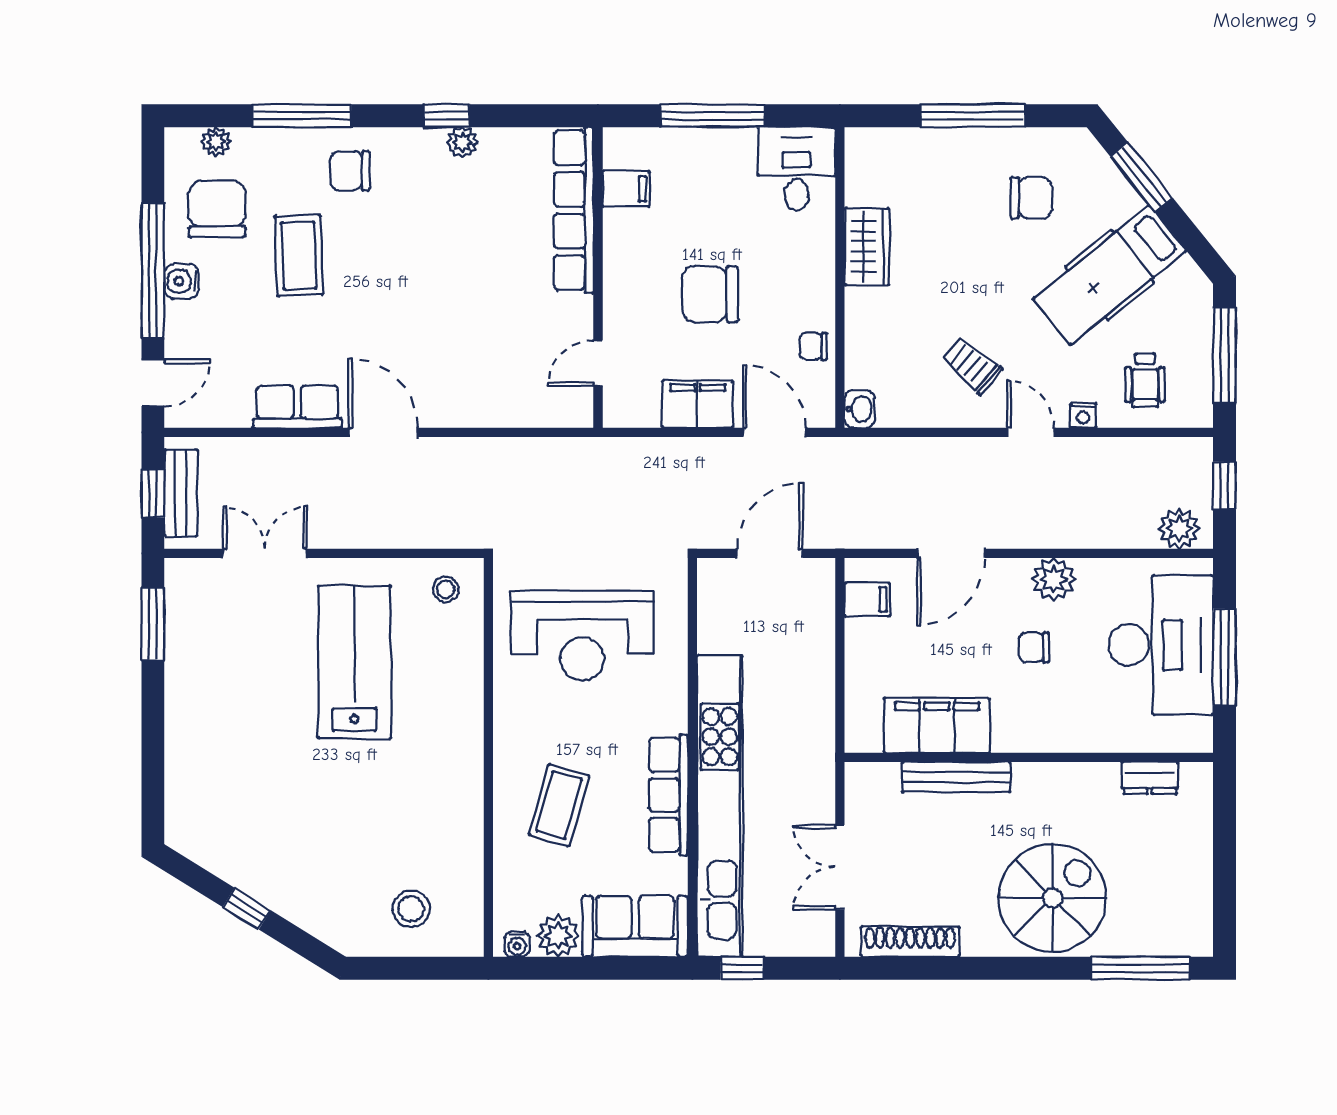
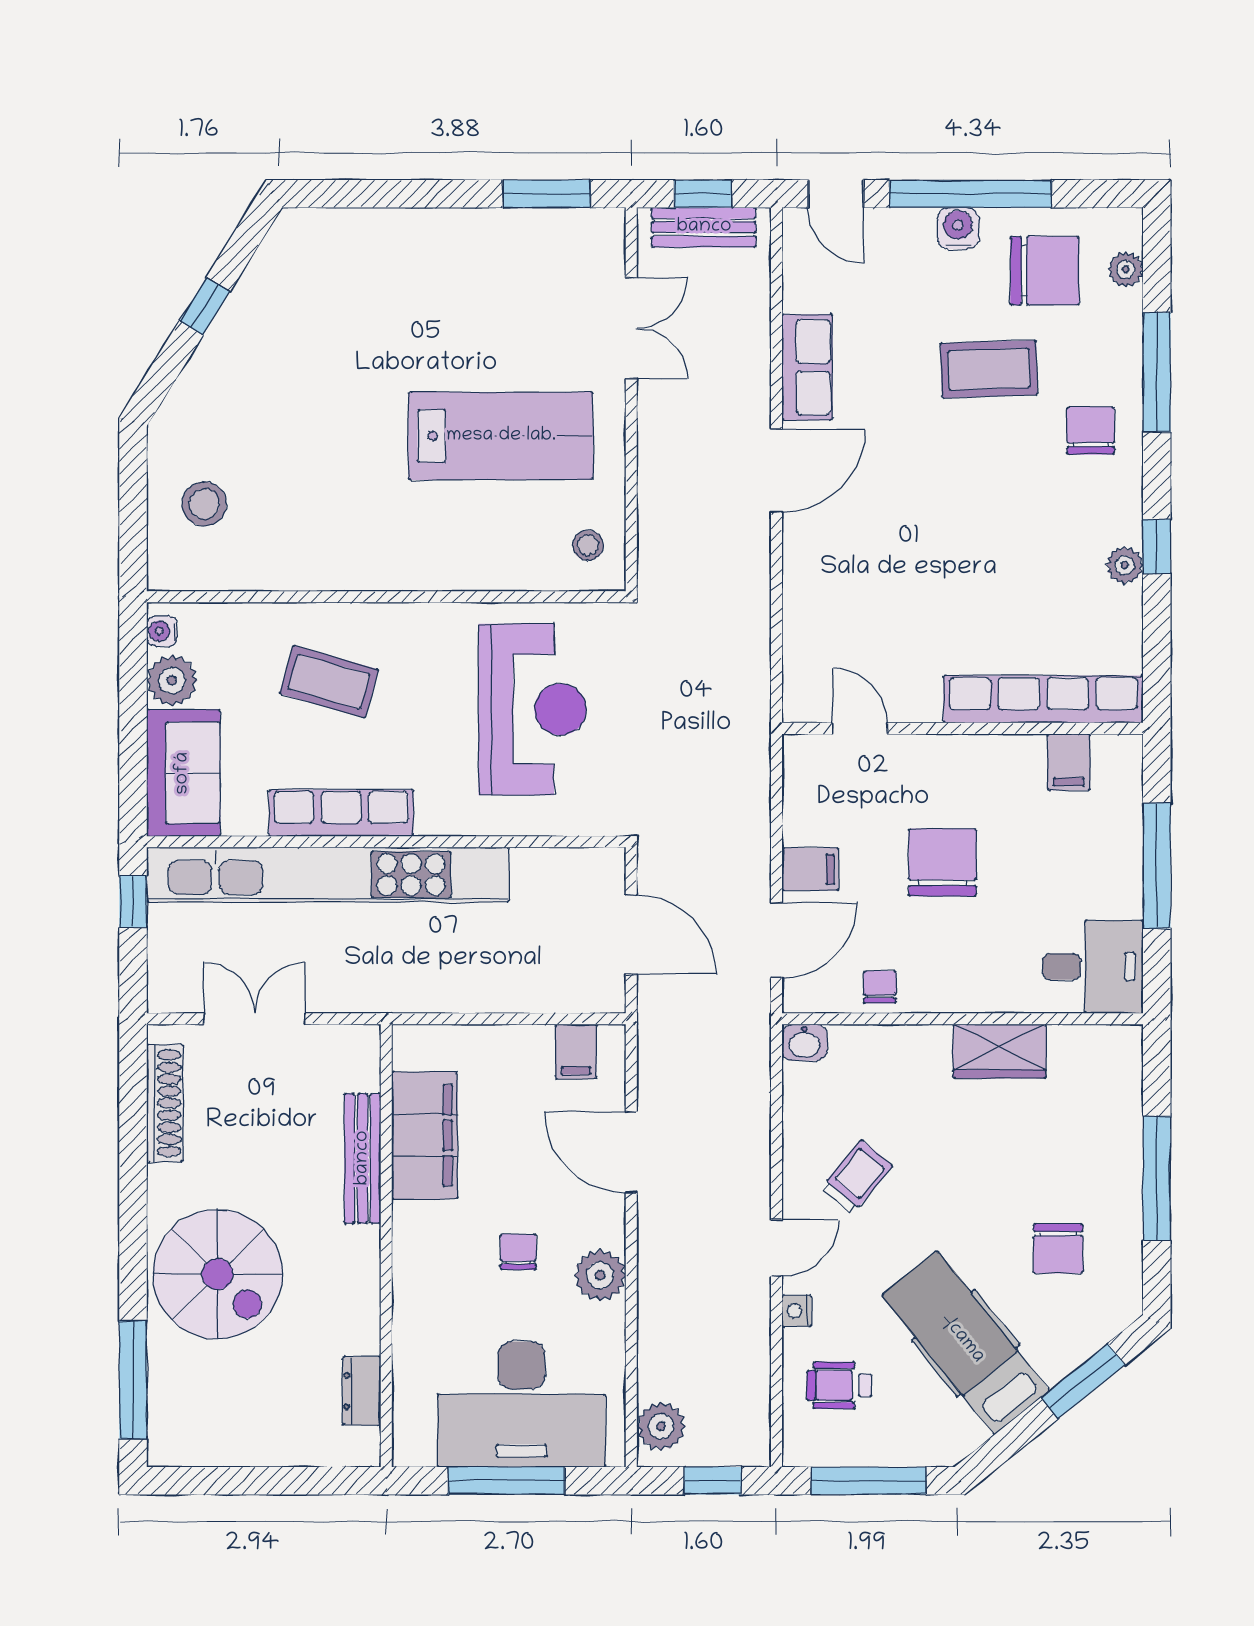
filing cabinet: (698, 404) -> (810, 869), width x0.50
reception desk: (582, 636) -> (532, 709), turned 180

